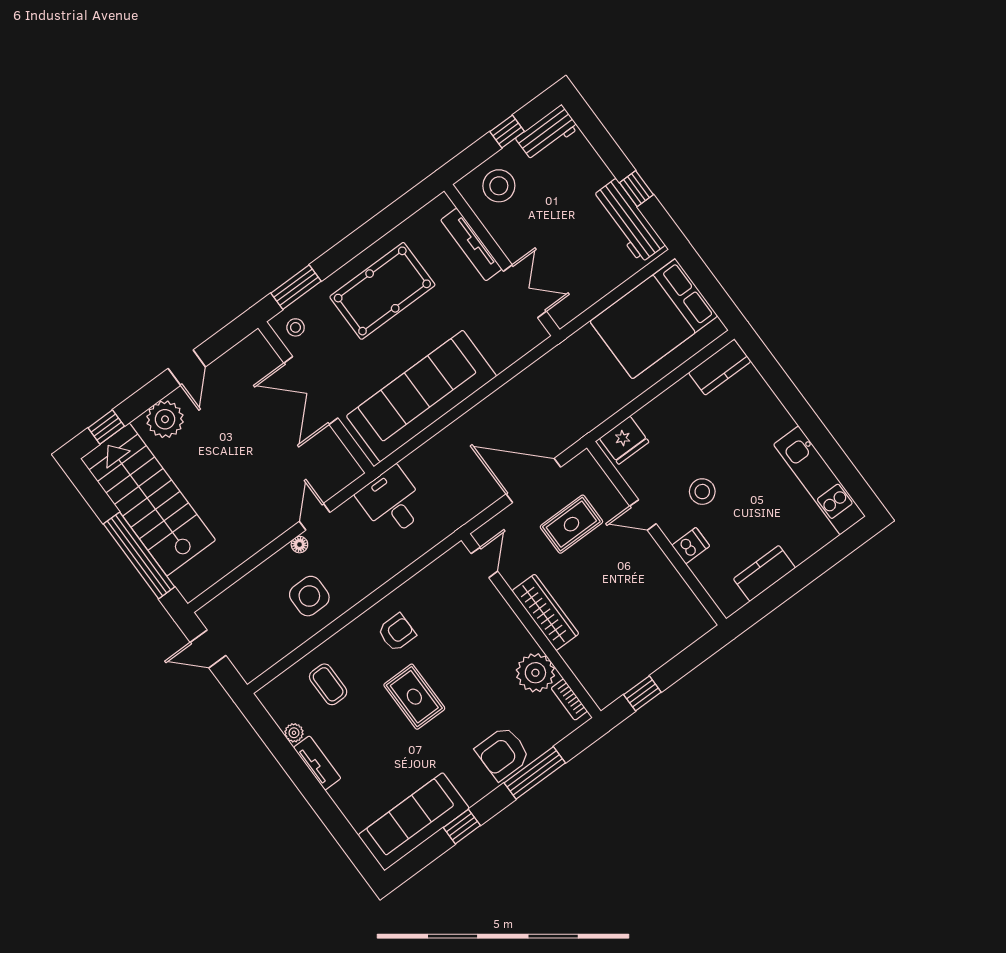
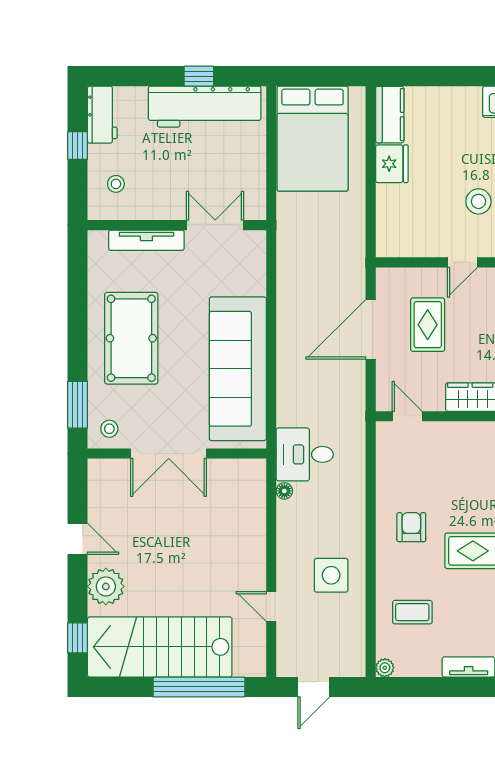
stool: (499, 186) -> (116, 184), width x0.53, depth x0.53
workbench: (628, 221) -> (205, 107), width x1.36, depth x1.32
fridge: (624, 440) -> (392, 164), moved
door: (315, 517) -> (271, 607), moved
floor lamp: (299, 545) -> (284, 491), moved
plant: (294, 733) -> (385, 668), moved

